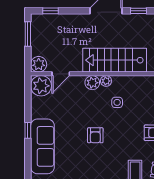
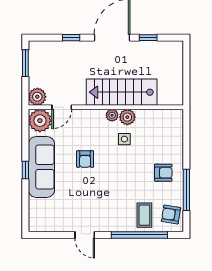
window: (51, 11) -> (71, 38), moved
plant: (92, 83) -> (127, 117), moved
armchair: (95, 135) -> (85, 159), moved
sofa: (42, 146) -> (41, 167), moved

